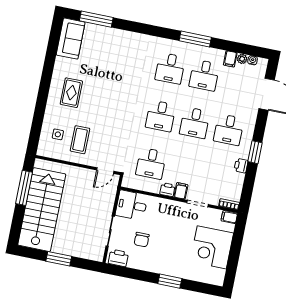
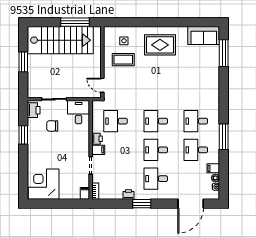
rug: (71, 93) -> (160, 45), width x1.36, depth x1.43
corner desk: (212, 247) -> (44, 184), moved
window: (170, 281) -> (23, 135), moved

